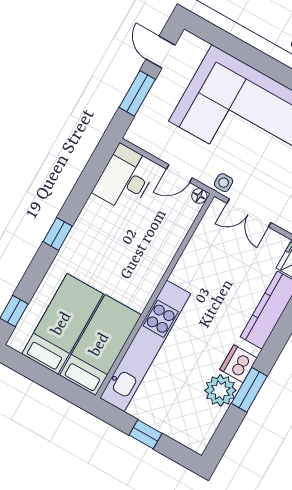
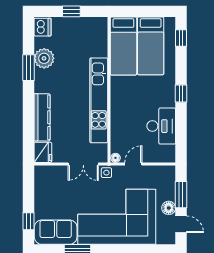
floor lamp: (165, 85) -> (169, 208), added
desk: (125, 179) -> (161, 126), moved
double door: (249, 213) -> (83, 164), swing flipped
kitchen unit: (145, 346) -> (99, 100), moved
dishwasher: (238, 364) -> (42, 27), moved

